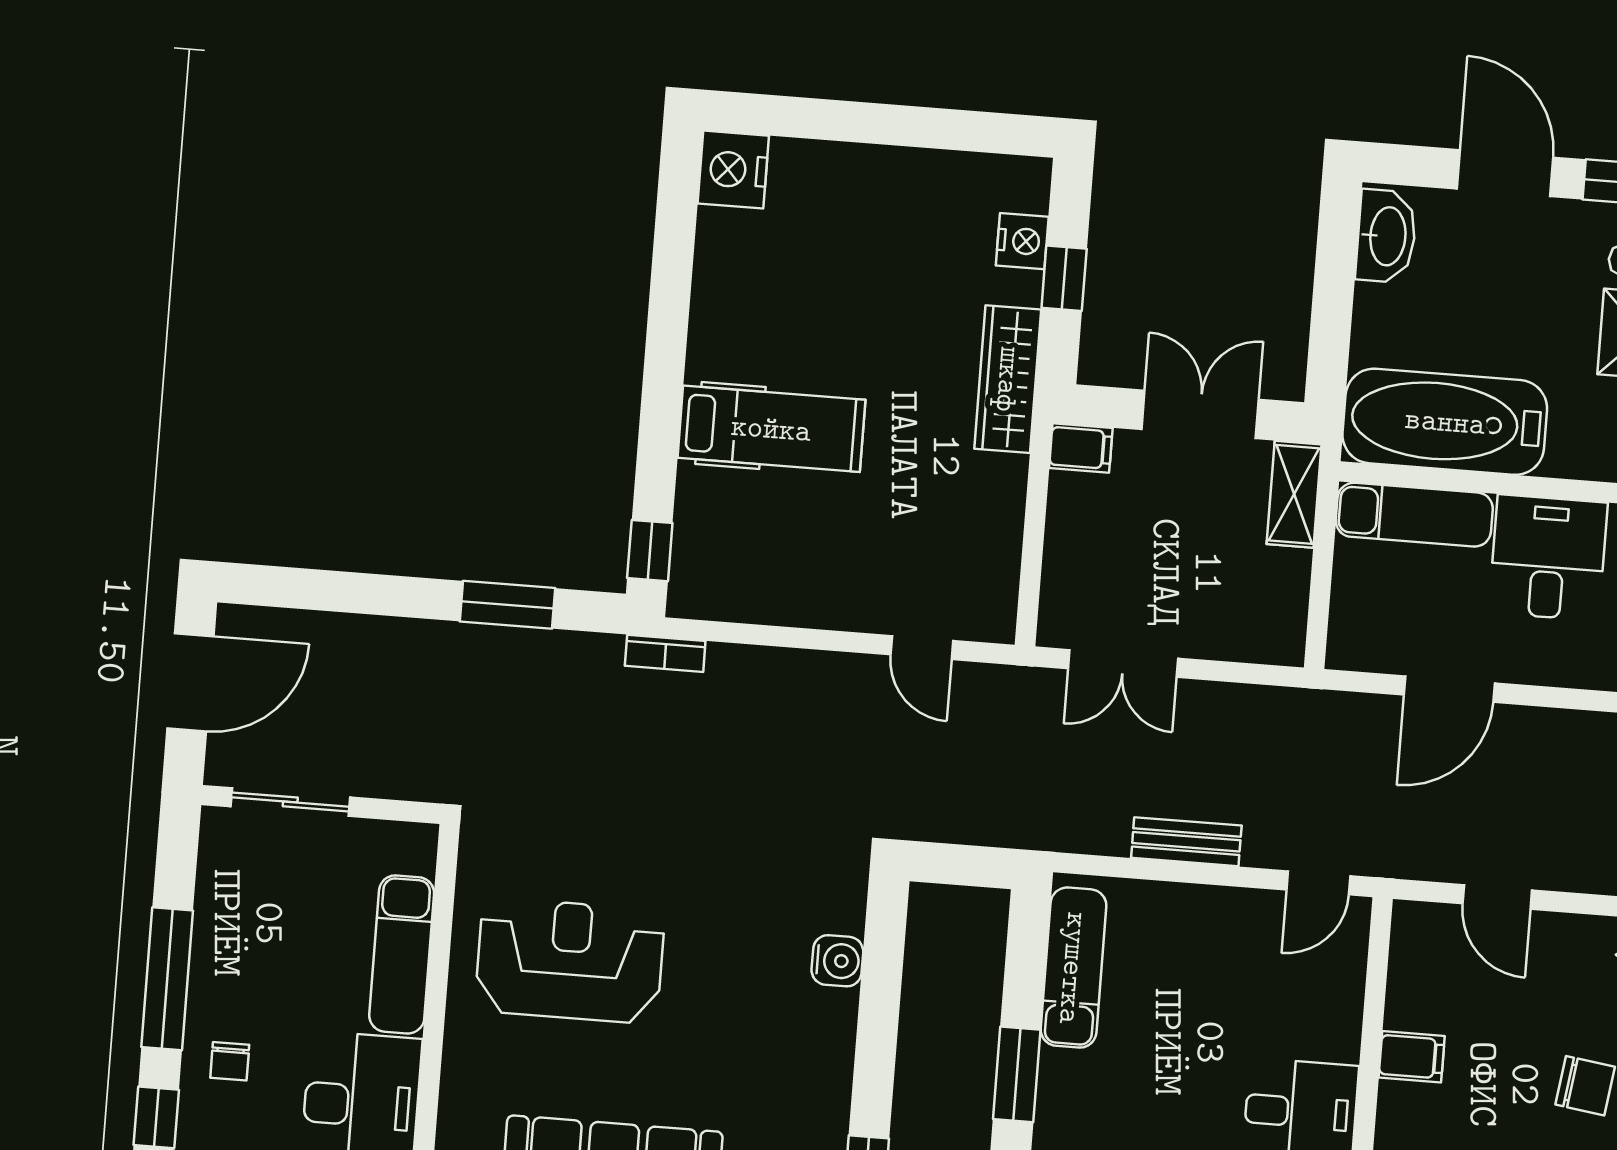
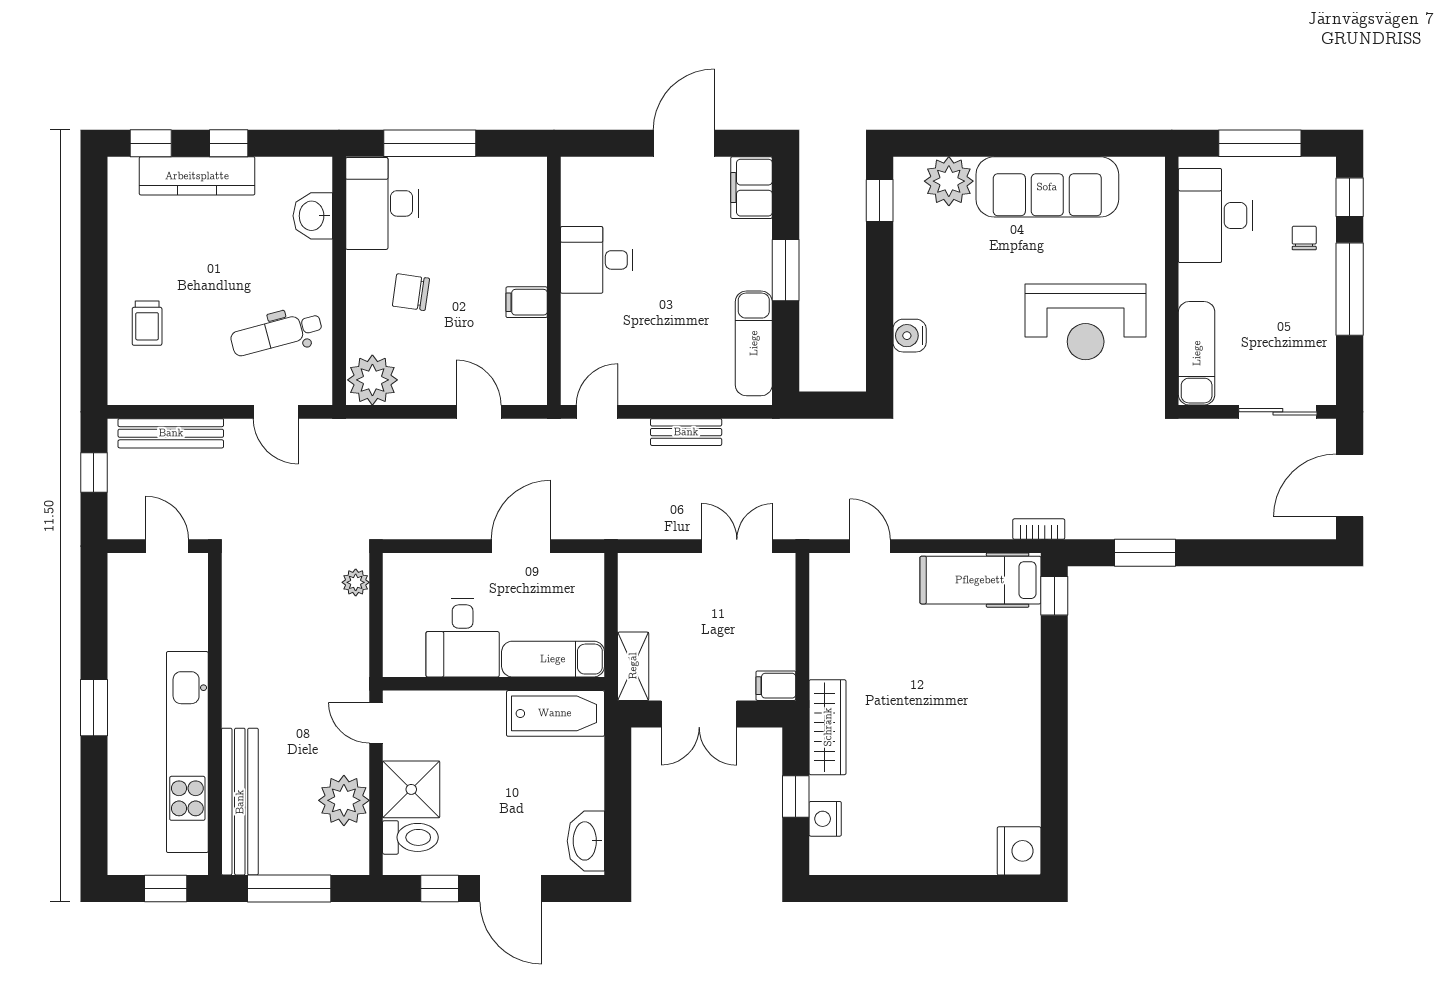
bathtub: (1445, 422) -> (555, 713), width x0.73, depth x0.73
hospital bed: (771, 429) -> (980, 580), moved
exam couch: (402, 954) -> (1197, 353), moved

